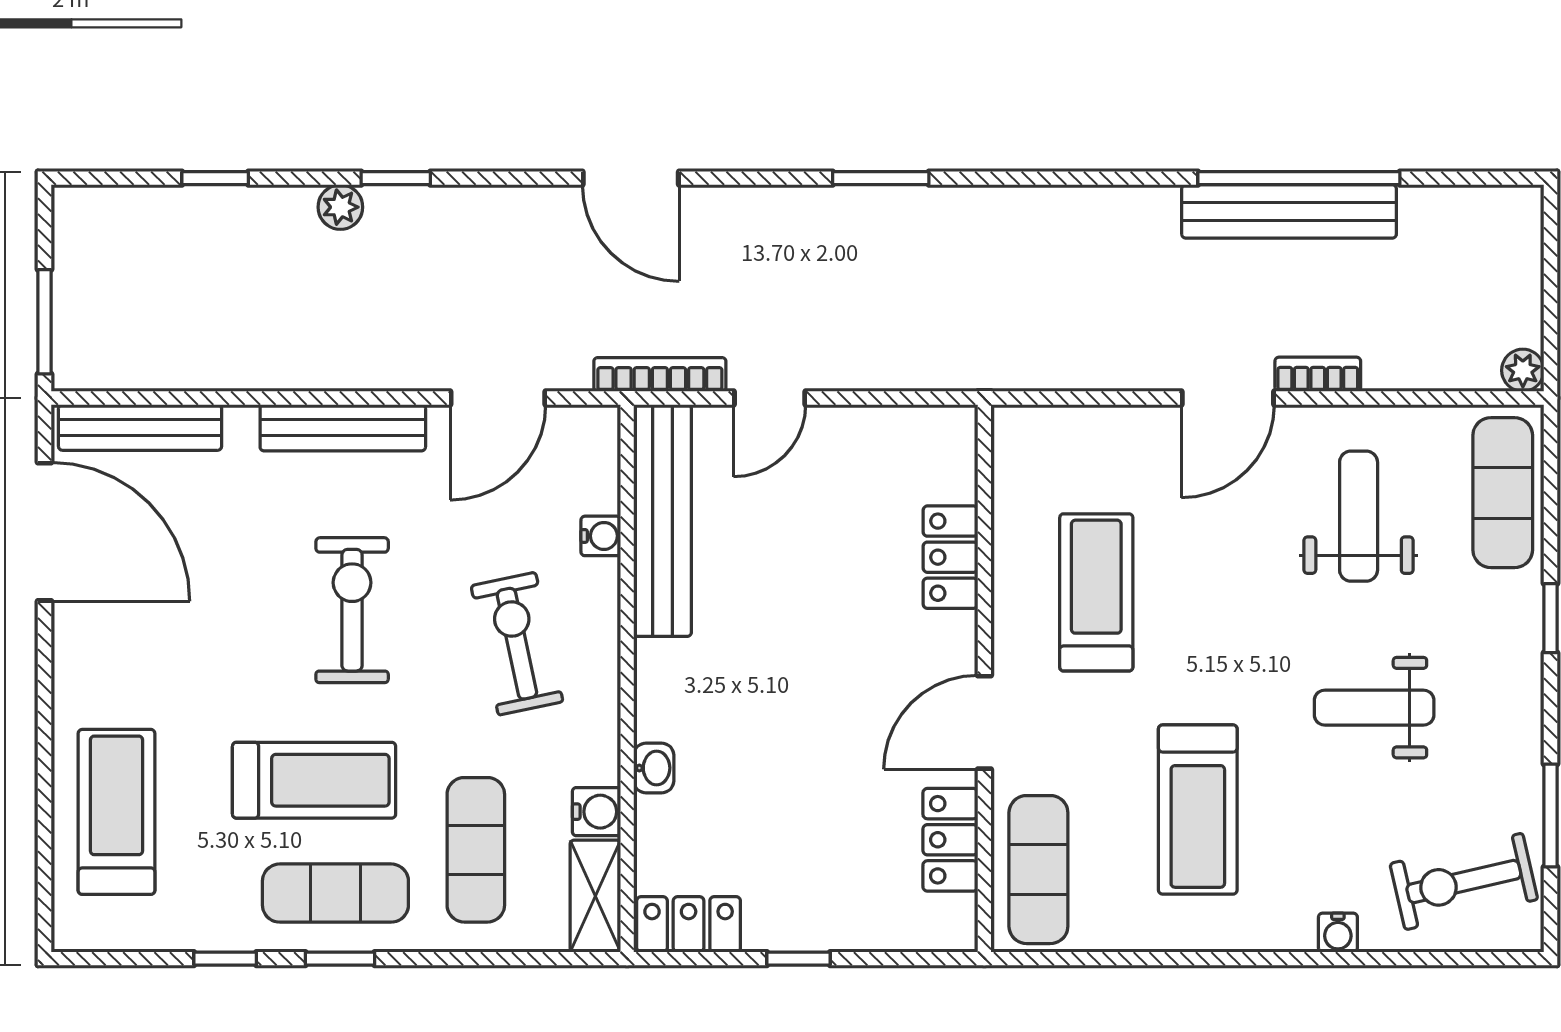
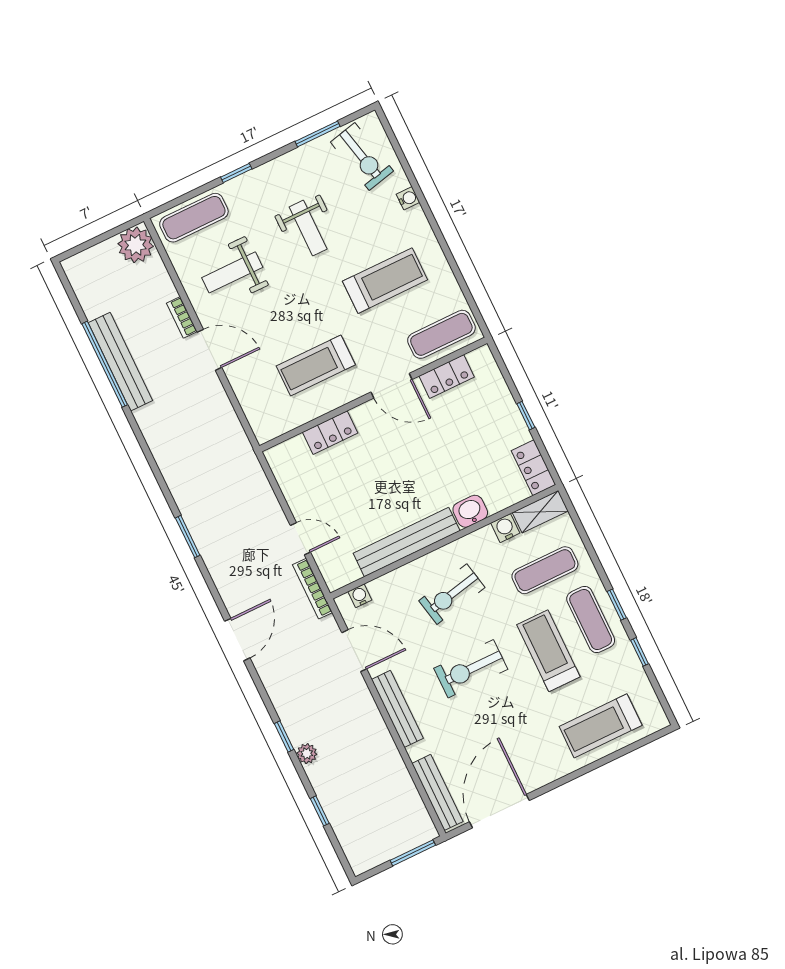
plant: (1523, 370) -> (136, 245), width x1.87, depth x1.87
bench: (663, 520) -> (407, 542), moved
water cooler: (601, 536) -> (360, 596), moved
washbasin: (654, 768) -> (470, 511), width x1.38, depth x1.45

